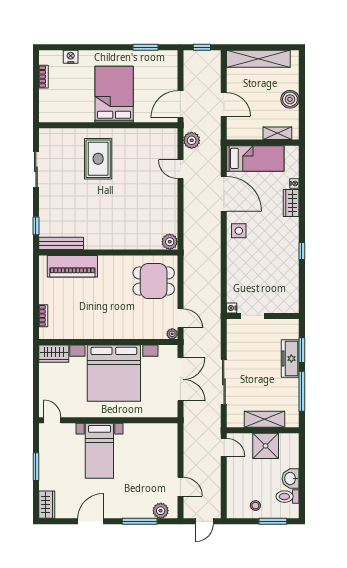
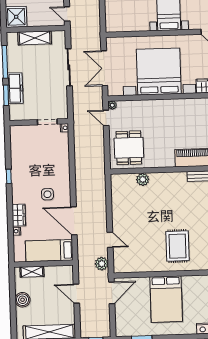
side table: (239, 231) -> (47, 194), moved
plant: (170, 242) -> (143, 179), moved
dining table: (154, 281) -> (129, 148), turned 90
shower: (266, 446) -> (16, 17), moved

